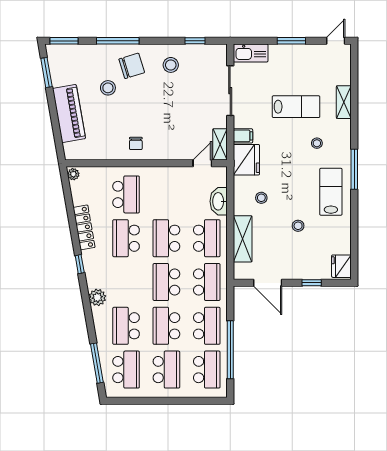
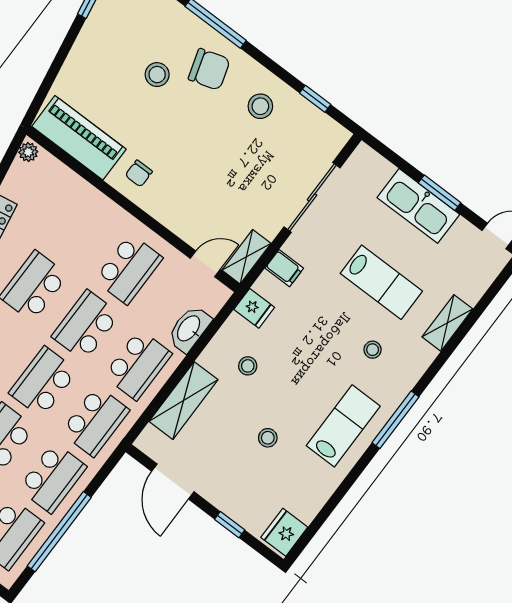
kitchen sink: (251, 53) -> (418, 206), moved, width x1.36, depth x1.24
piano: (69, 114) -> (79, 138), moved, turned -80
fridge: (246, 160) -> (254, 308), width x0.53, depth x0.75
school desk: (126, 194) -> (129, 269), moved

